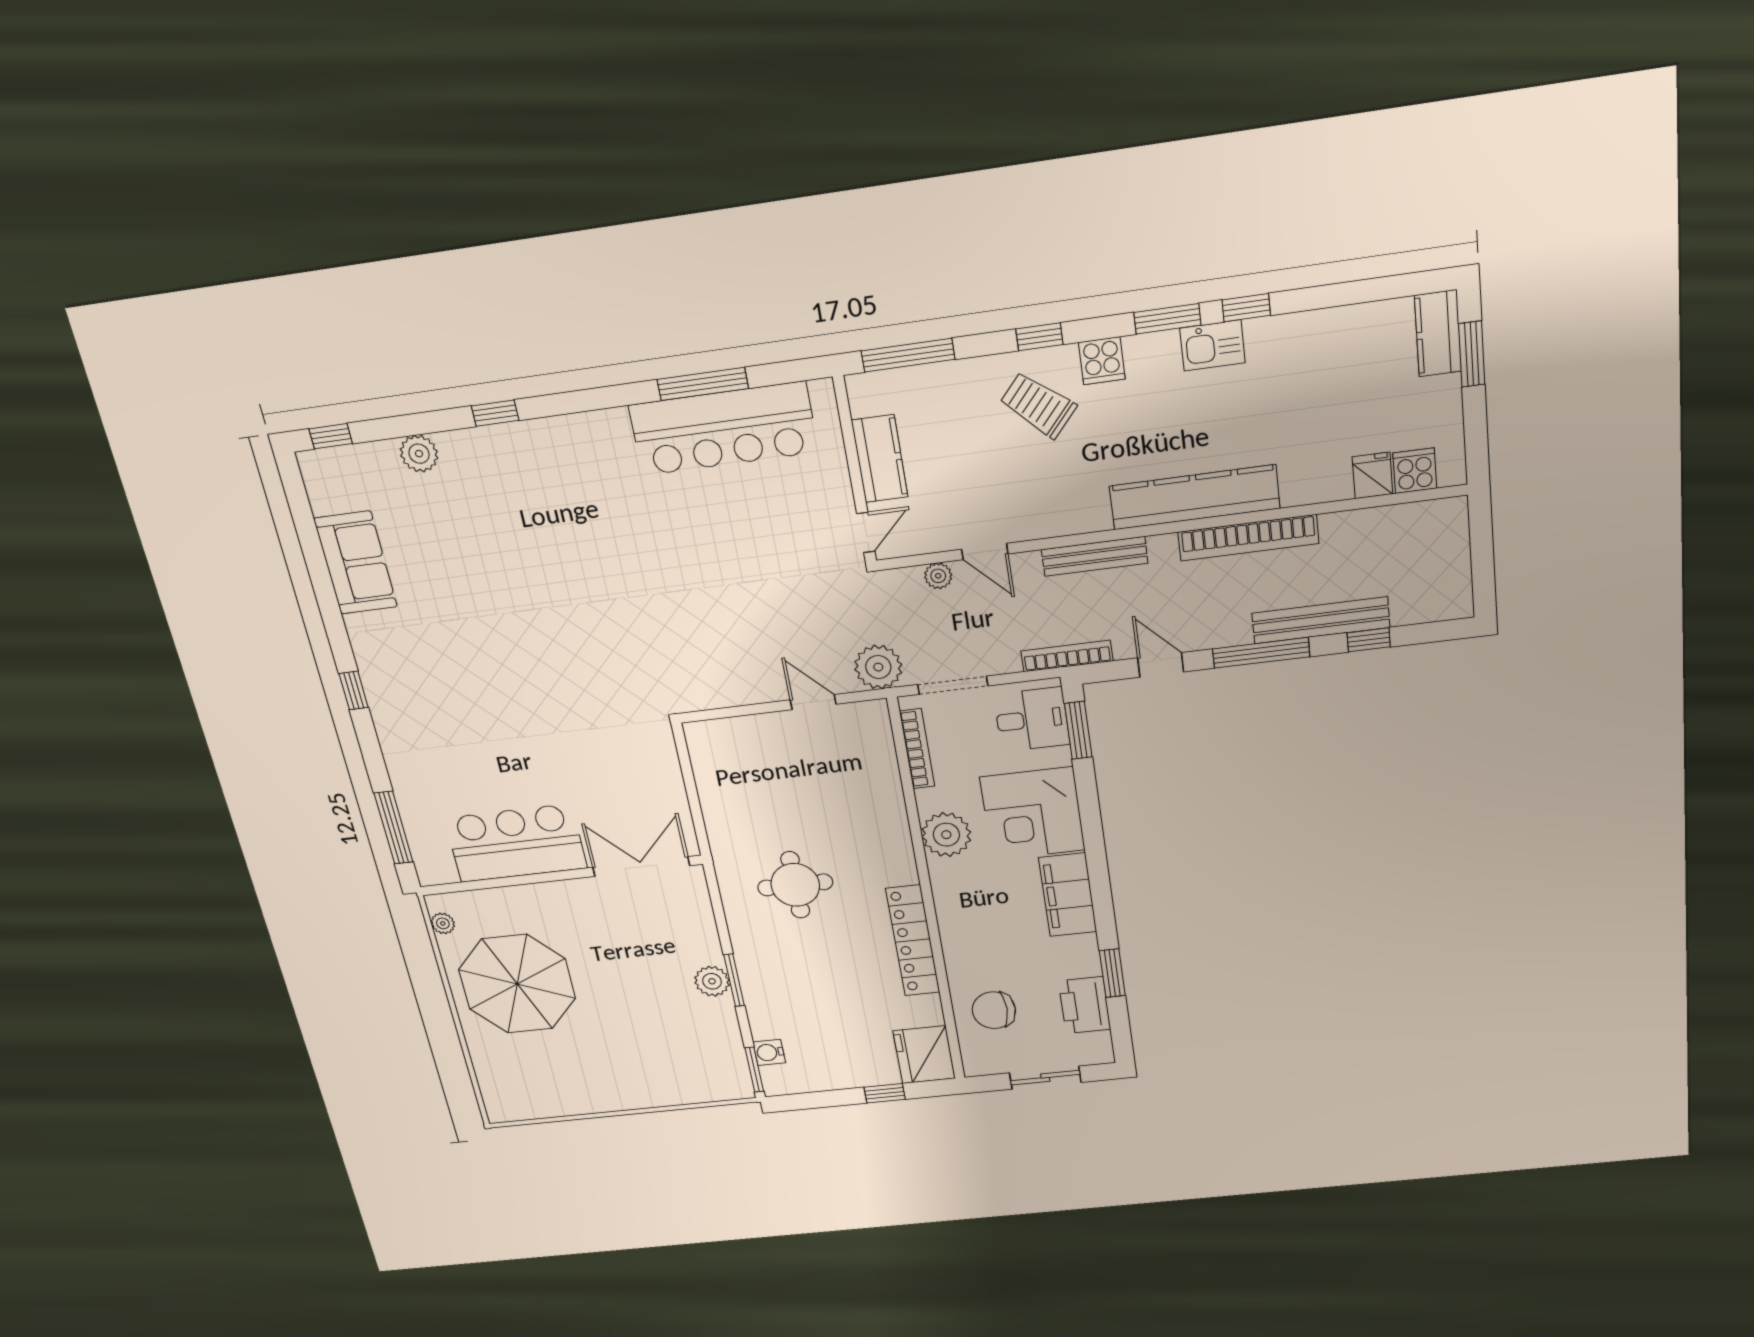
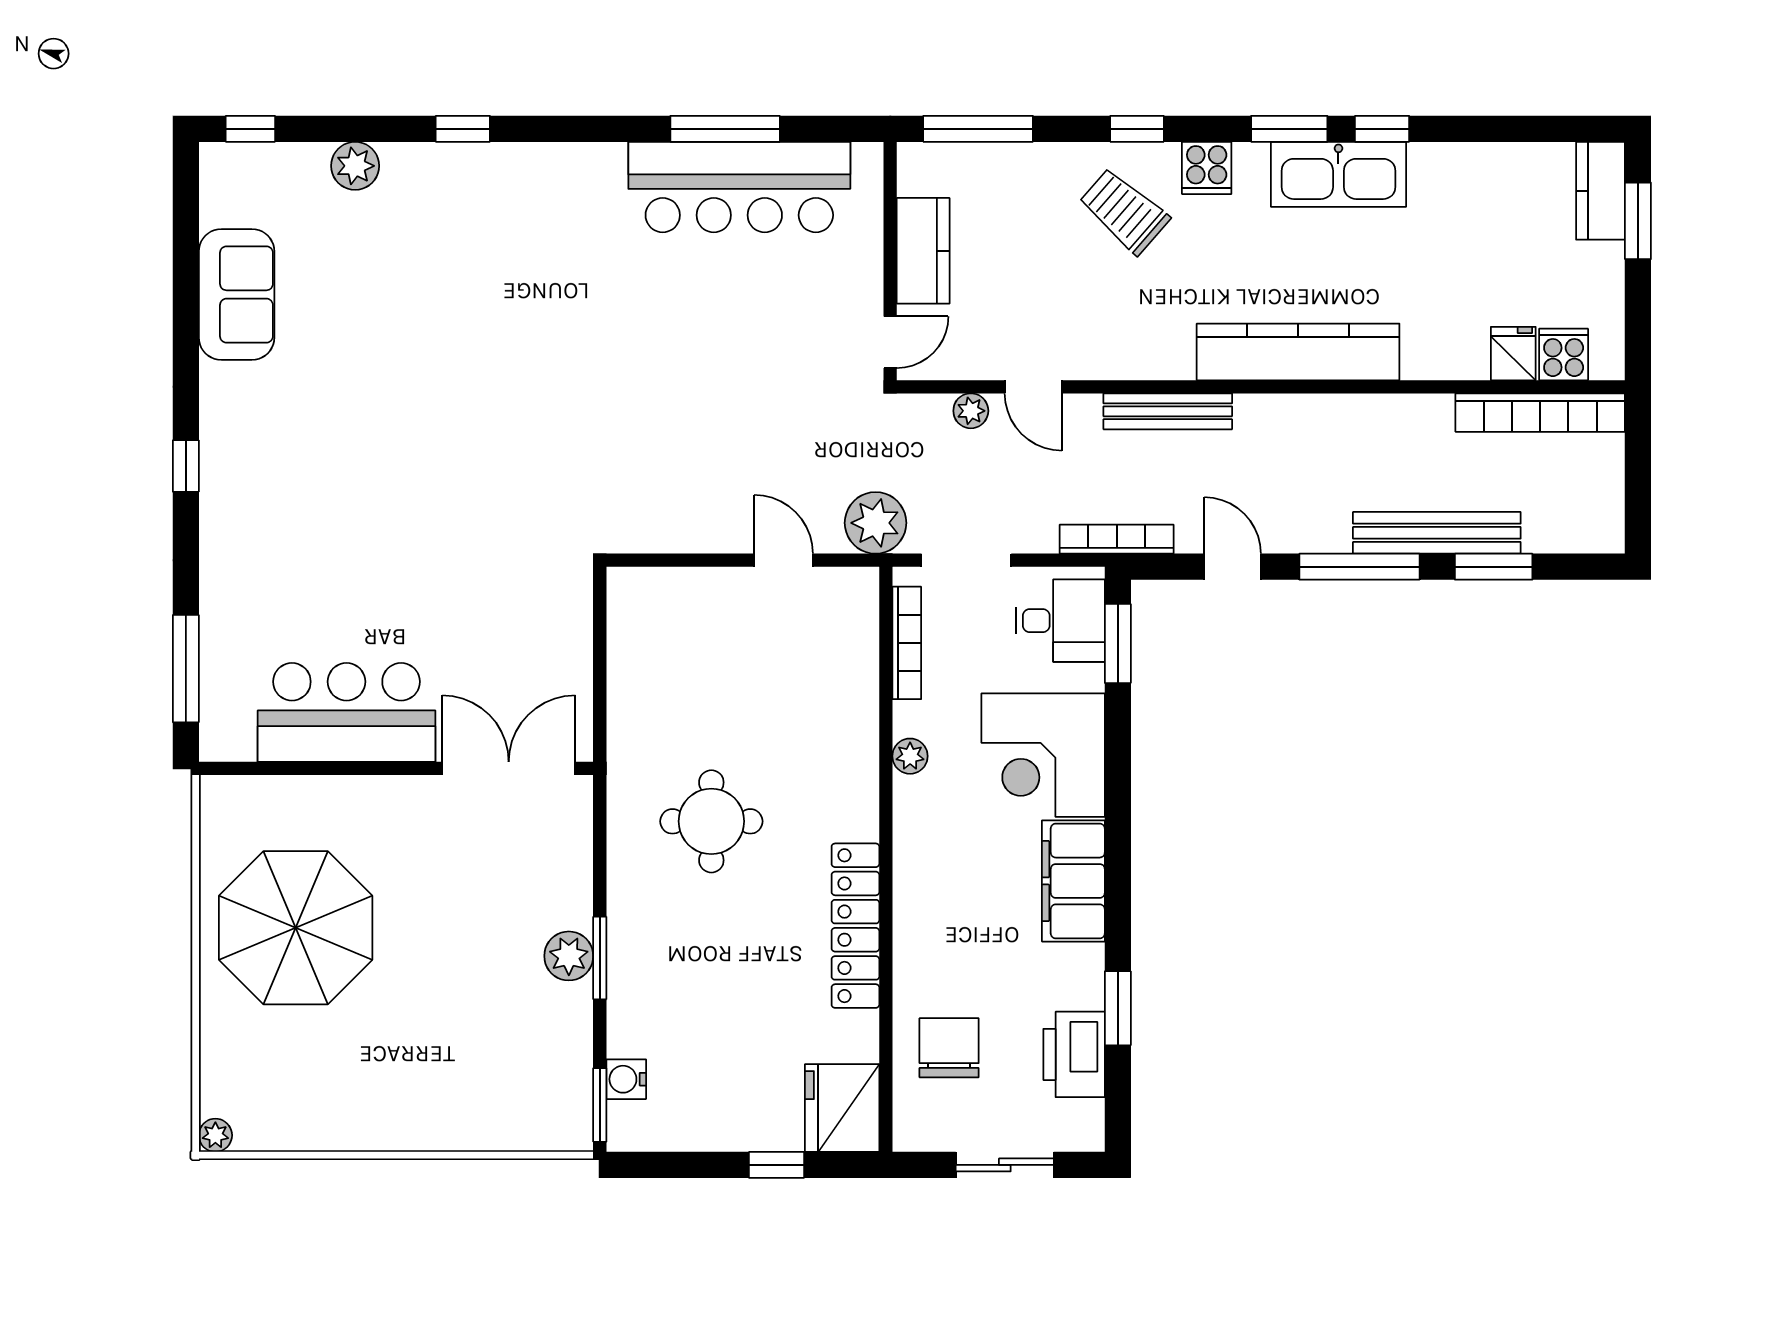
kitchen sink: (1212, 345) -> (1338, 174), width x1.88, depth x1.24
bookcase: (1248, 538) -> (1540, 413), moved
window: (1369, 640) -> (1494, 567), width x1.50
plant: (946, 835) -> (910, 756), width x0.53, depth x0.53
plant: (443, 923) -> (215, 1135), moved
chair: (994, 1010) -> (949, 1048), turned 90

